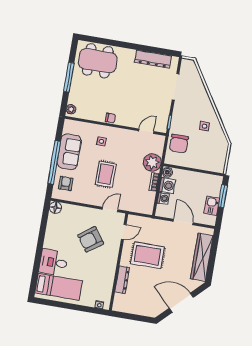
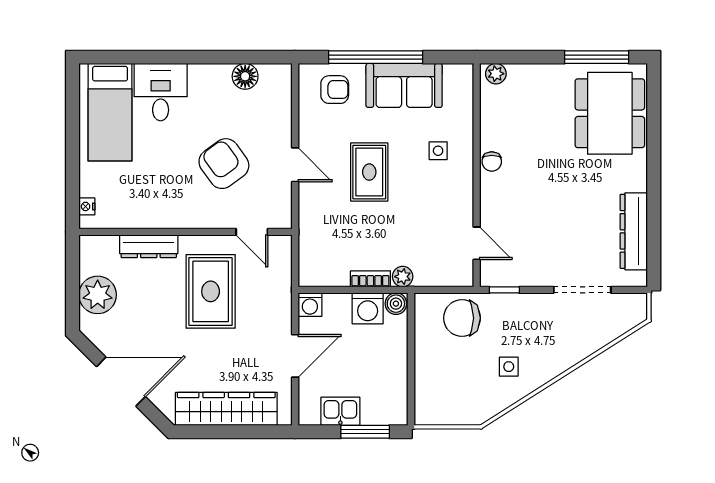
window: (69, 77) -> (597, 57), moved
plant: (152, 162) -> (403, 277), width x0.53, depth x0.53
rug: (106, 174) -> (369, 172), turned 90
washing machine: (163, 198) -> (310, 305), moved
floor lamp: (55, 208) -> (245, 76), moved
door: (110, 210) -> (295, 165), moved
door: (181, 303) -> (121, 382), hinge flipped
plant: (140, 307) -> (98, 295), added

